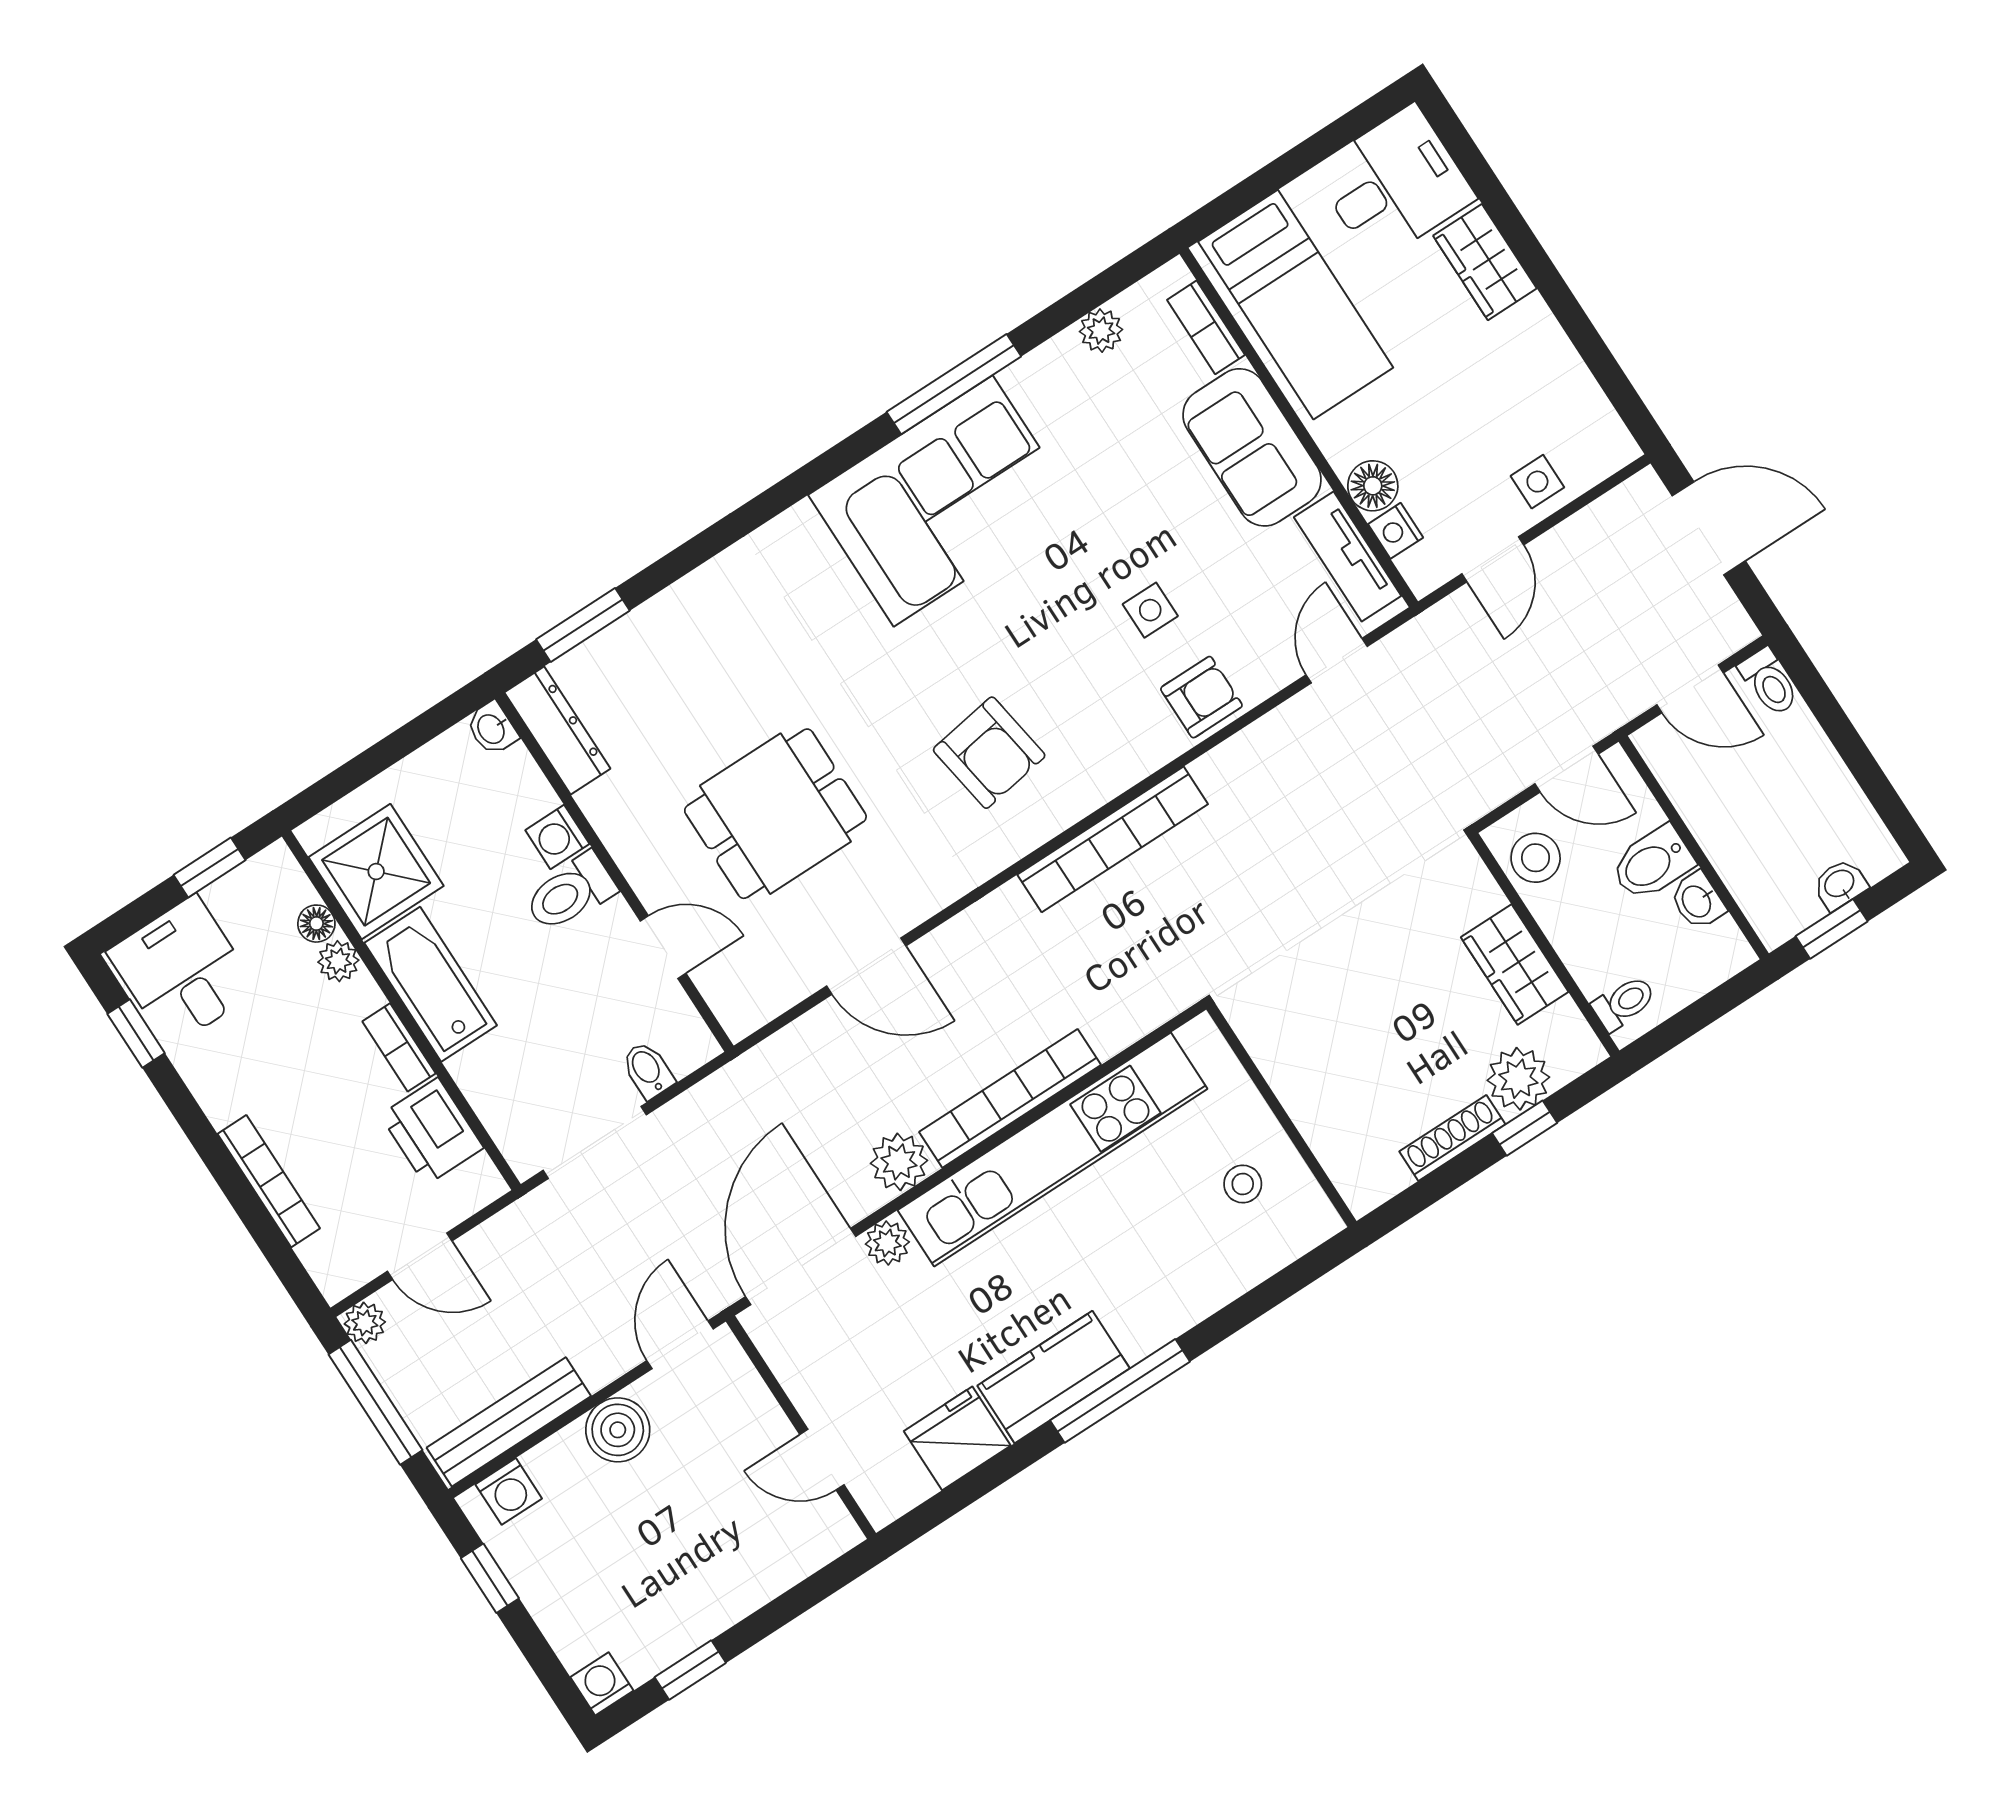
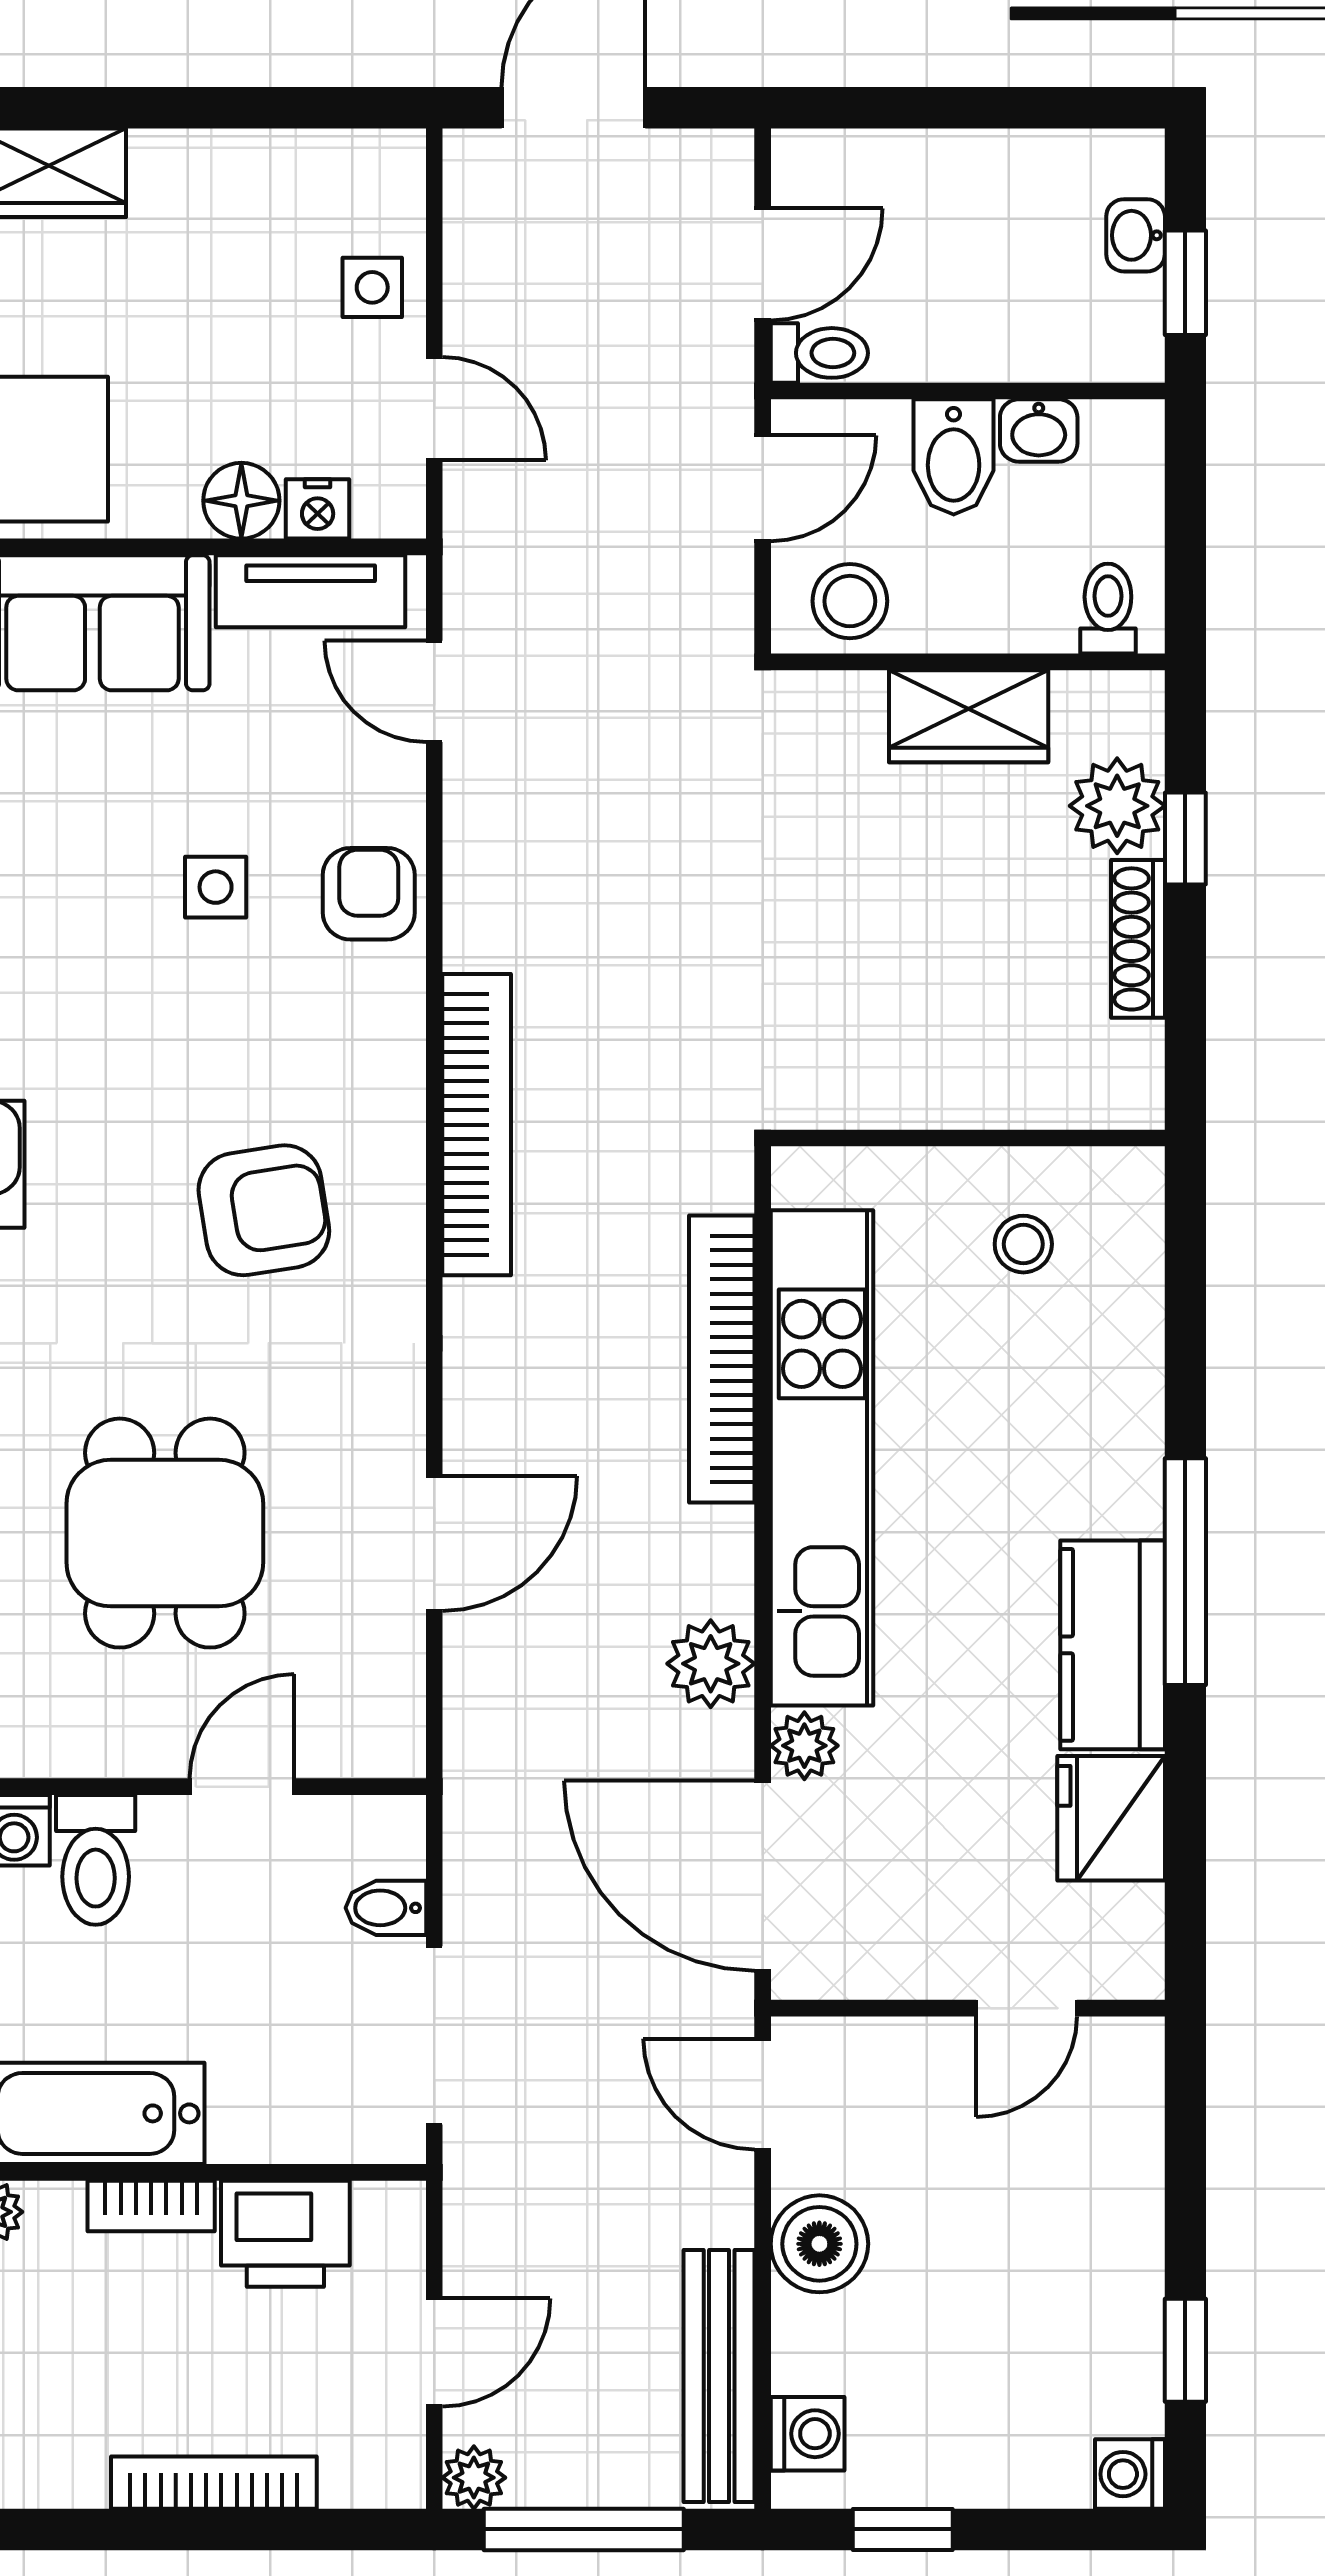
toilet: (1769, 682) -> (819, 353), moved
bookcase: (1010, 1098) -> (722, 1359), moved

